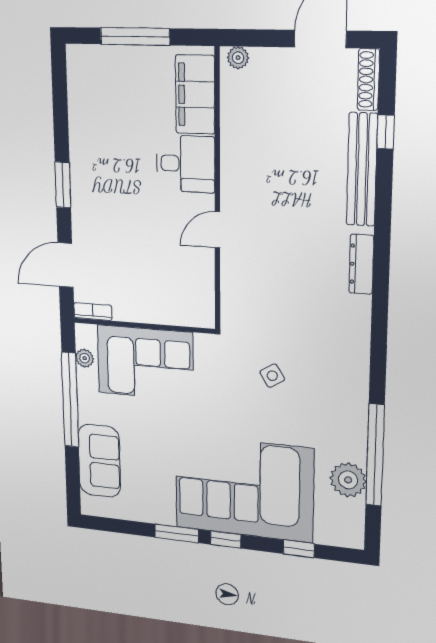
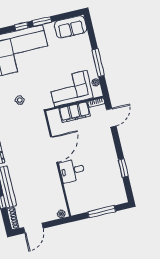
filing cabinet: (195, 95) -> (75, 112), moved, turned 90
window: (63, 185) -> (123, 168), moved
door: (217, 230) -> (54, 150), width x1.88
window: (70, 400) -> (98, 63), width x0.68
sofa: (99, 461) -> (71, 27), moved, turned -90

